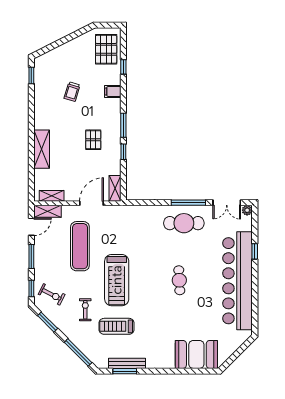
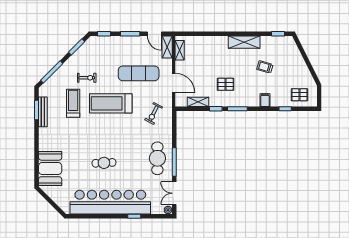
pallet: (106, 49) -> (299, 95), width x0.67, depth x0.71
shelving: (42, 149) -> (244, 42), moved
shelving: (115, 188) -> (198, 102), moved
cafe table: (179, 280) -> (104, 163), moved
exercise bike: (52, 294) -> (154, 113), moved

